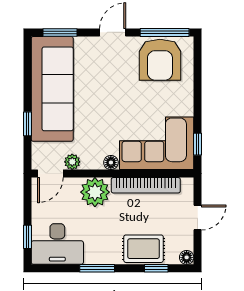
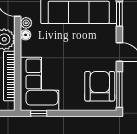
armchair: (160, 60) -> (100, 86), turned 90
floor lamp: (111, 163) -> (26, 35), moved

